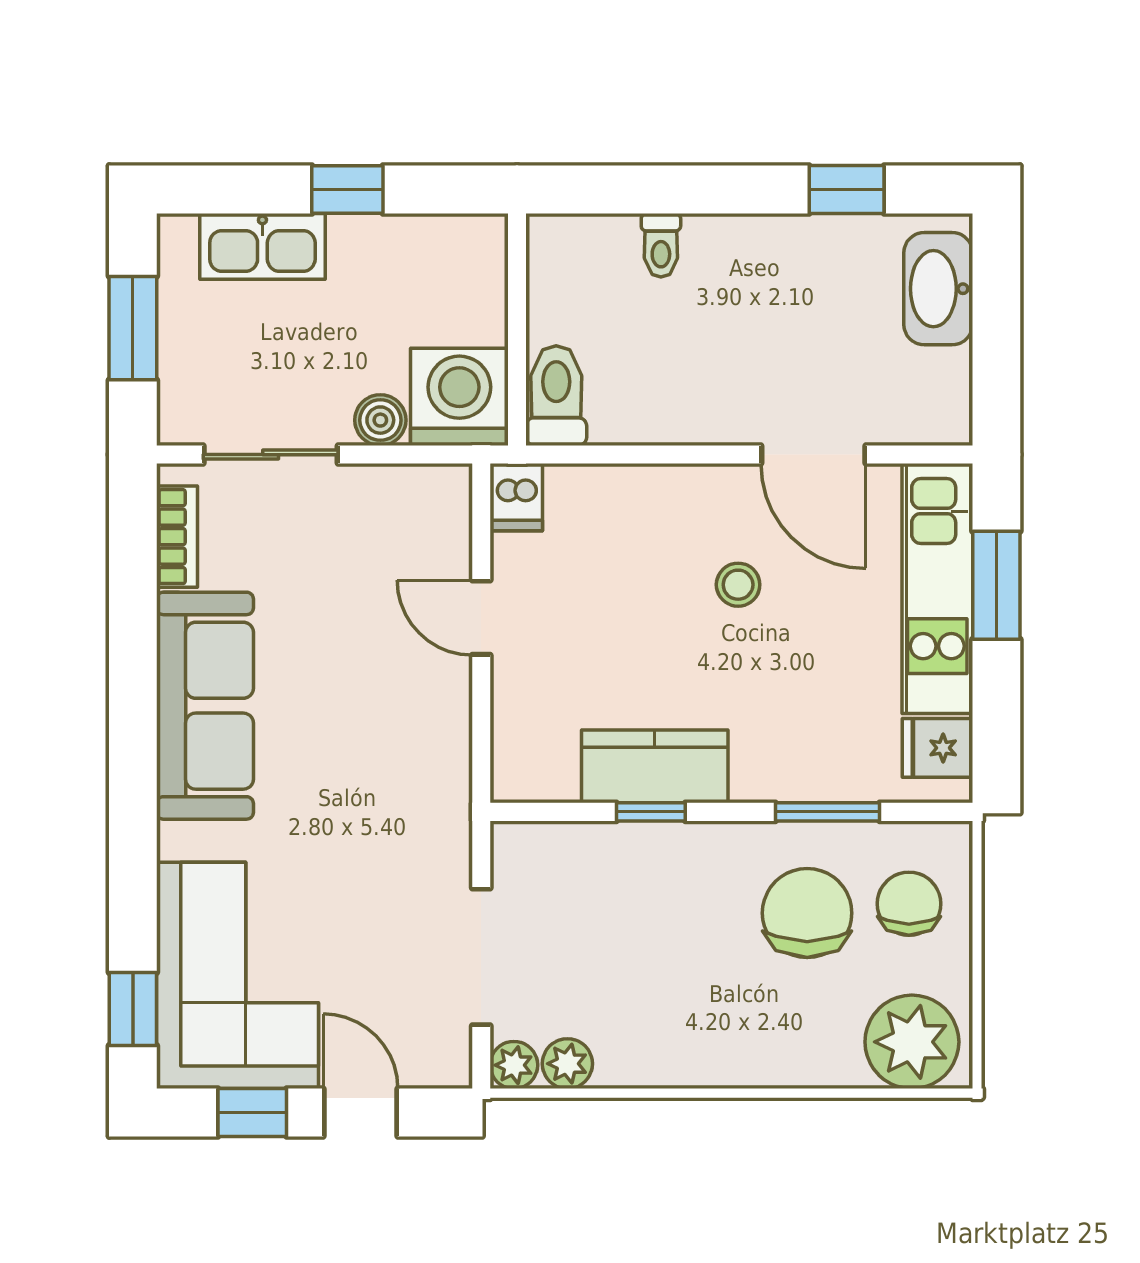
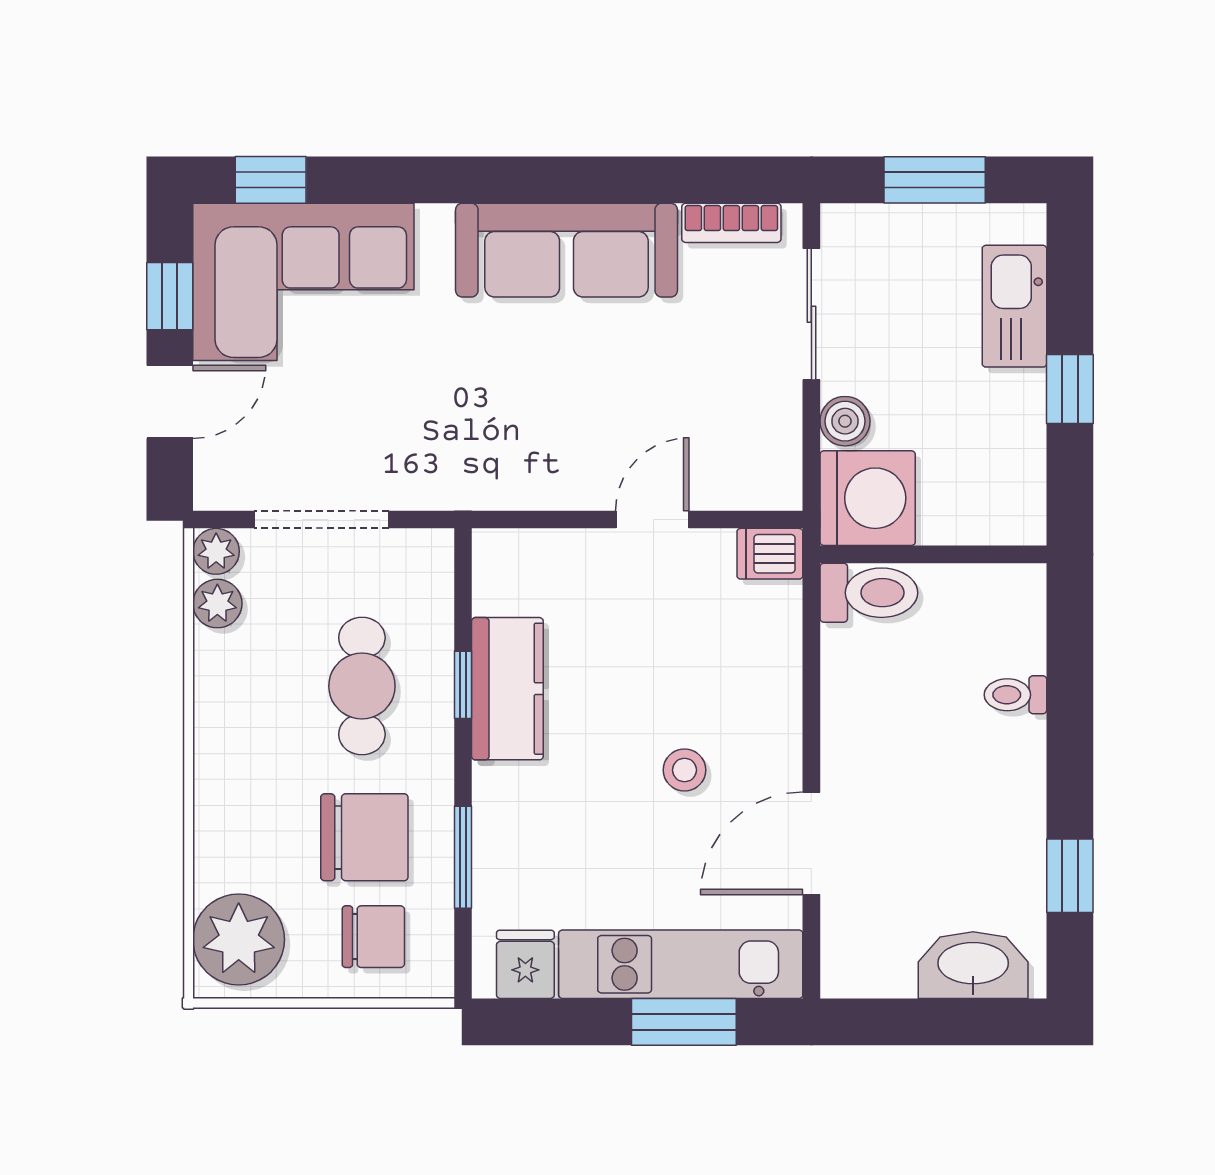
cafe table: (652, 916) -> (362, 686), added

